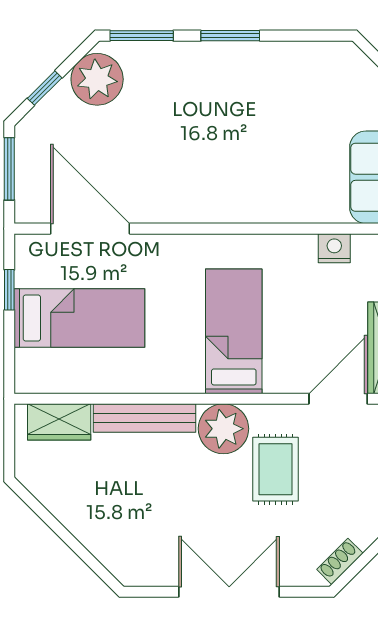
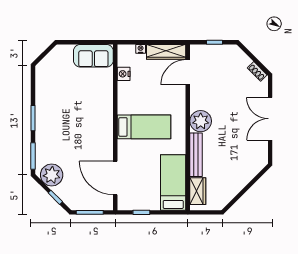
door: (90, 229) -> (115, 178), hinge flipped
bed: (79, 318) -> (173, 182), moved
bed: (234, 331) -> (144, 127), moved, turned 180
door: (338, 399) -> (188, 72), hinge flipped
rug: (275, 469) -> (218, 99), removed

